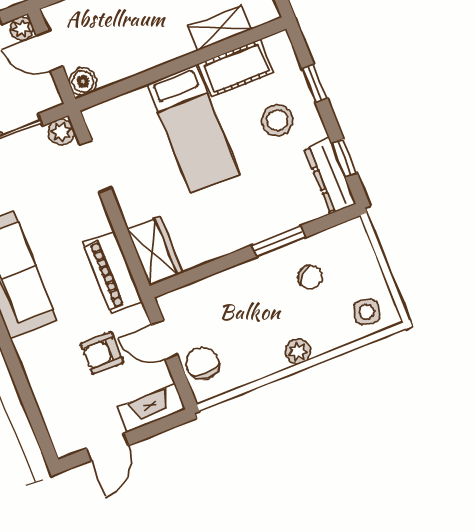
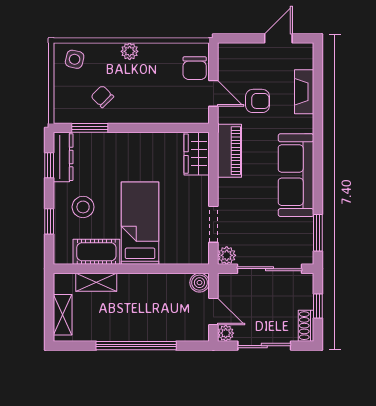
window: (279, 241) -> (90, 128), moved
fireplace: (151, 408) -> (304, 92), moved, turned 90

